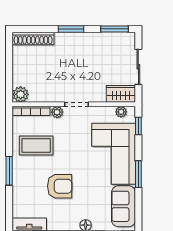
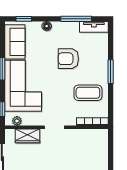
plant: (21, 94) -> (101, 135), removed
wardrobe: (121, 94) -> (28, 136), moved
plant: (57, 112) -> (70, 121), removed

